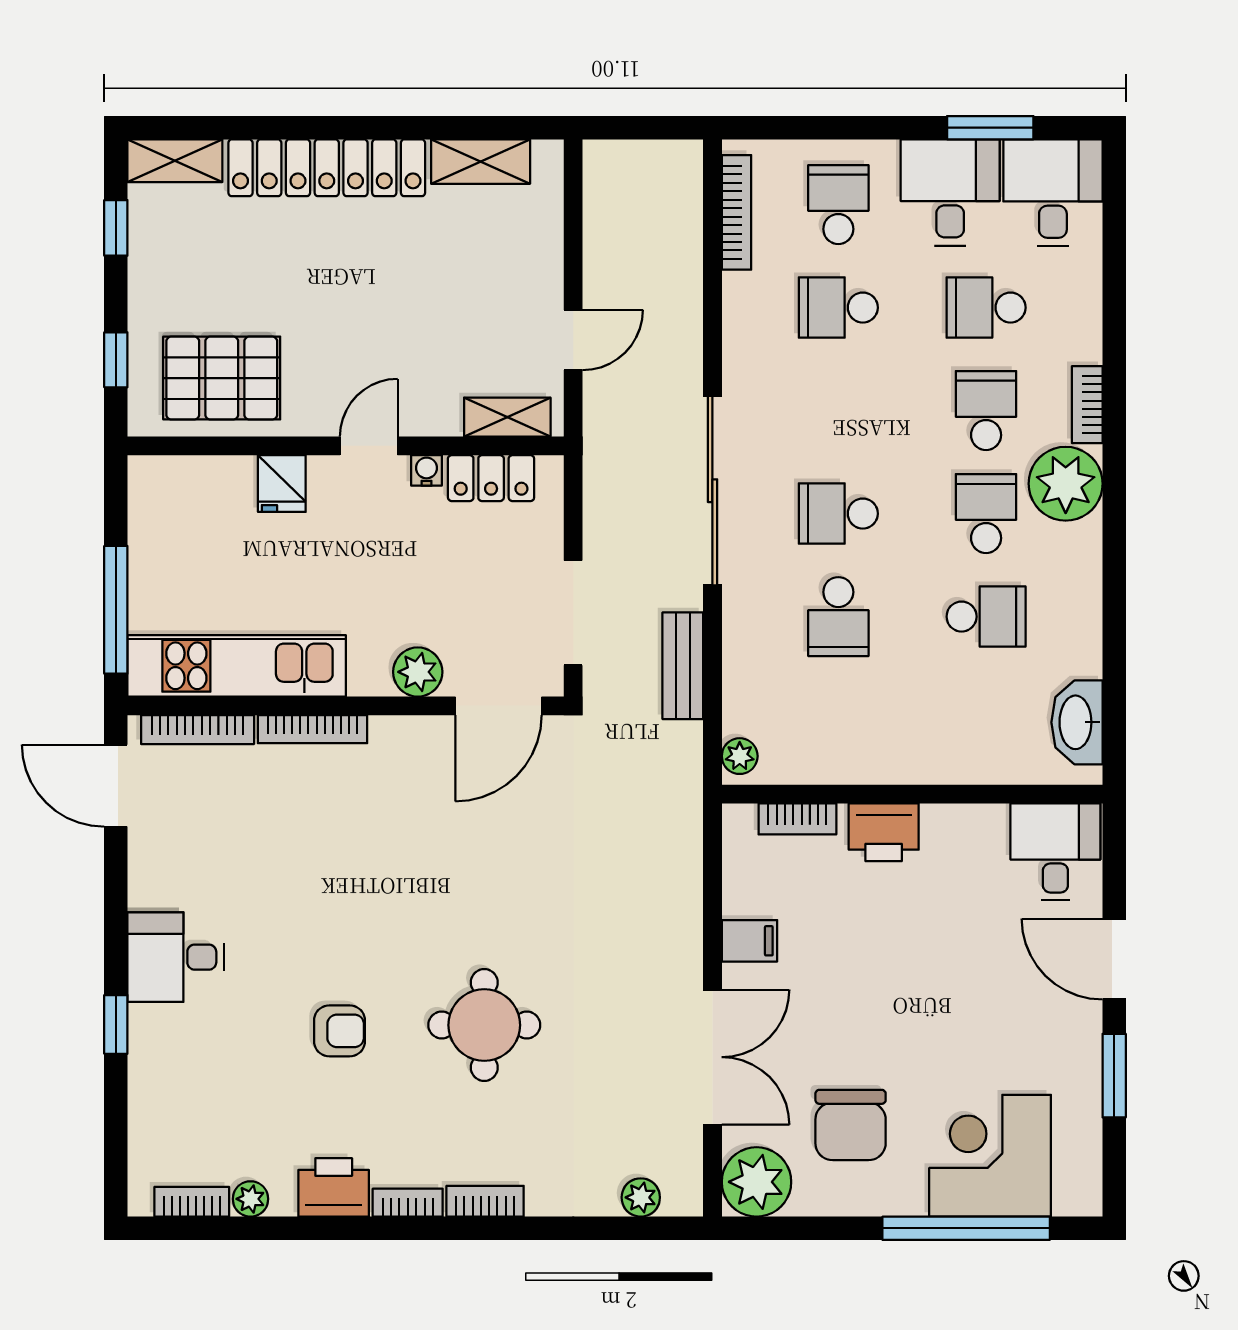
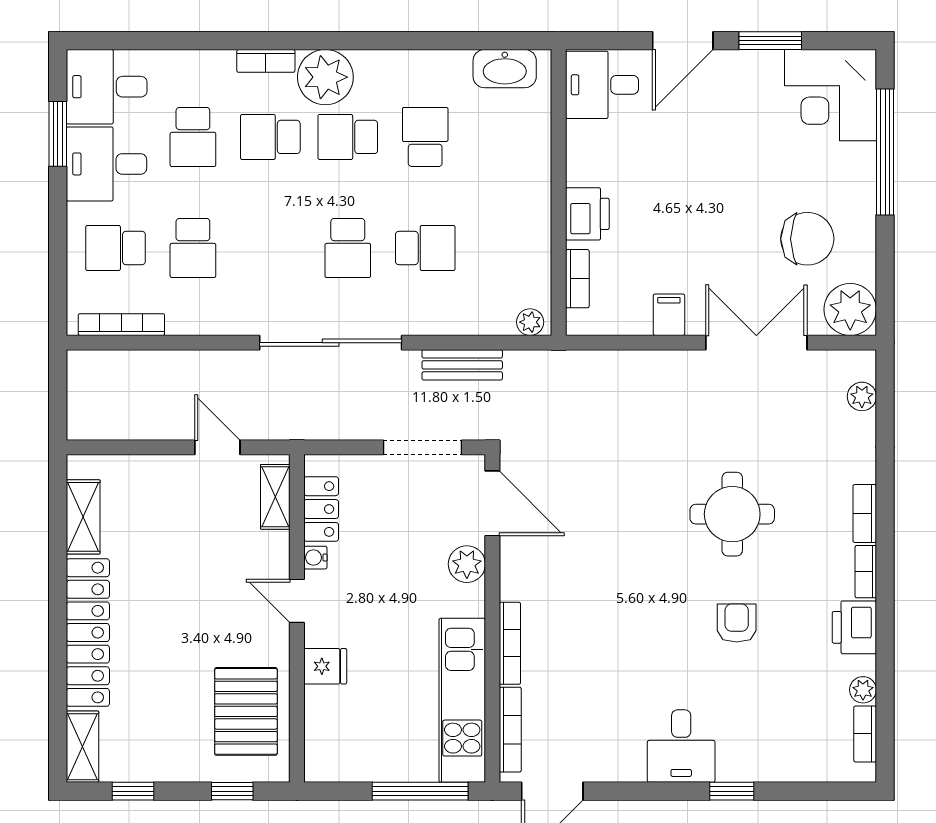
corner desk: (990, 1156) -> (830, 95), moved

